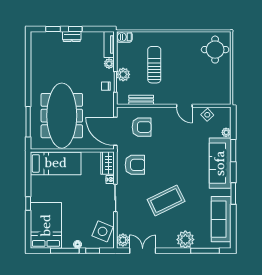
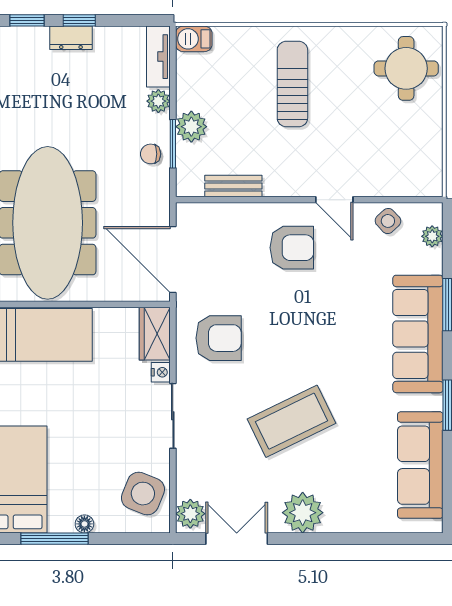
sun lounger: (154, 65) -> (292, 84), moved
armchair: (142, 127) -> (292, 248), moved
plant: (226, 132) -> (432, 236), moved
plant: (185, 240) -> (303, 513), moved
window: (93, 251) -> (120, 539), removed
window: (205, 251) -> (383, 539), removed

